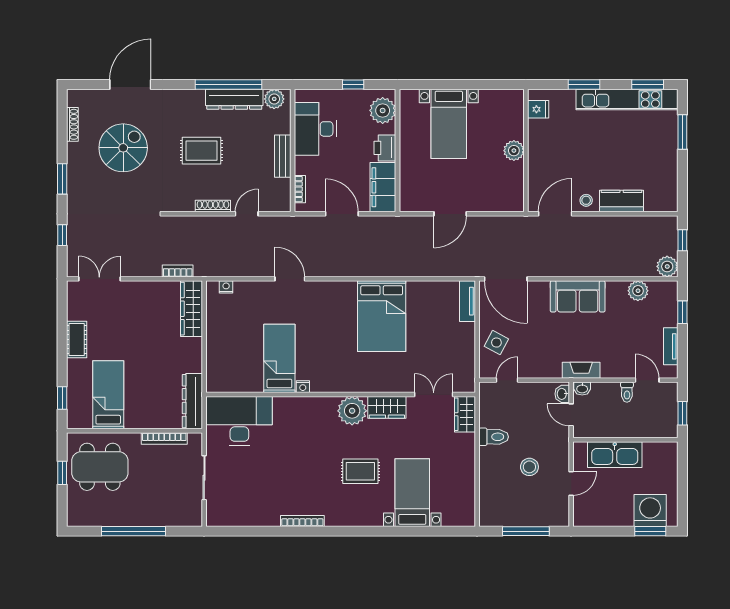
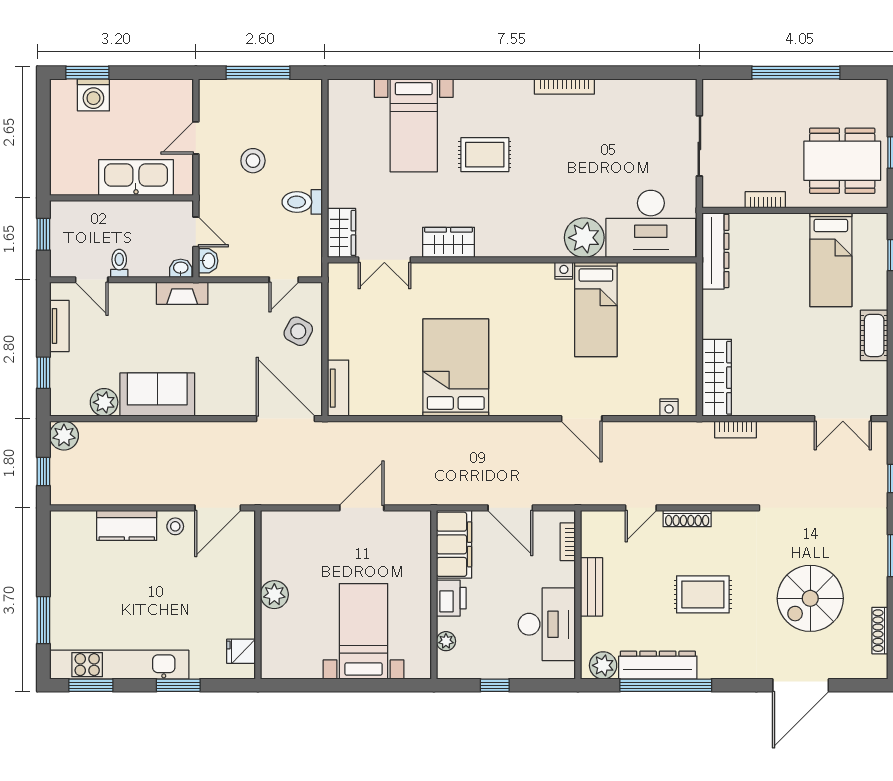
plant: (383, 110) -> (446, 641), width x0.53, depth x0.53
sofa: (578, 296) -> (157, 395), moved
plant: (352, 411) -> (584, 238), moved
bookcase: (164, 438) -> (765, 200), width x0.64
washing machine: (650, 511) -> (93, 95), width x0.73, depth x0.73

